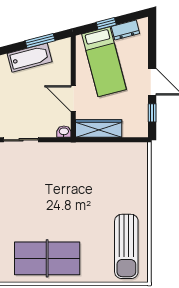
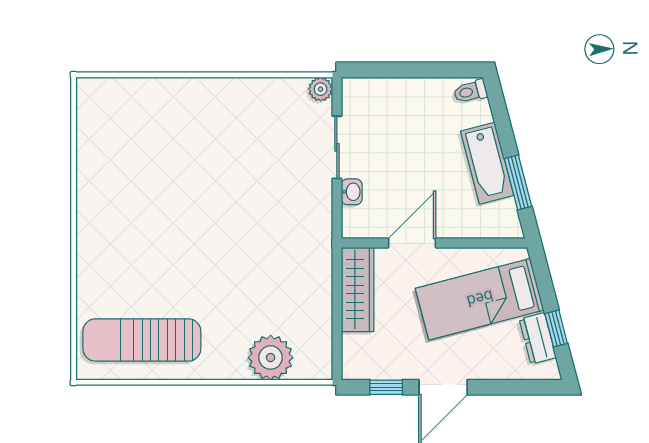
window: (106, 23) -> (556, 329), moved
washbasin: (64, 132) -> (352, 192), moved
plant: (136, 176) -> (271, 358), added
table tennis table: (47, 258) -> (120, 195), removed

